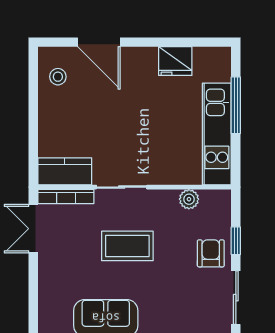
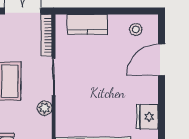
kitchen counter: (65, 171) -> (87, 25), moved, turned 90
plant: (189, 199) -> (45, 108), moved

